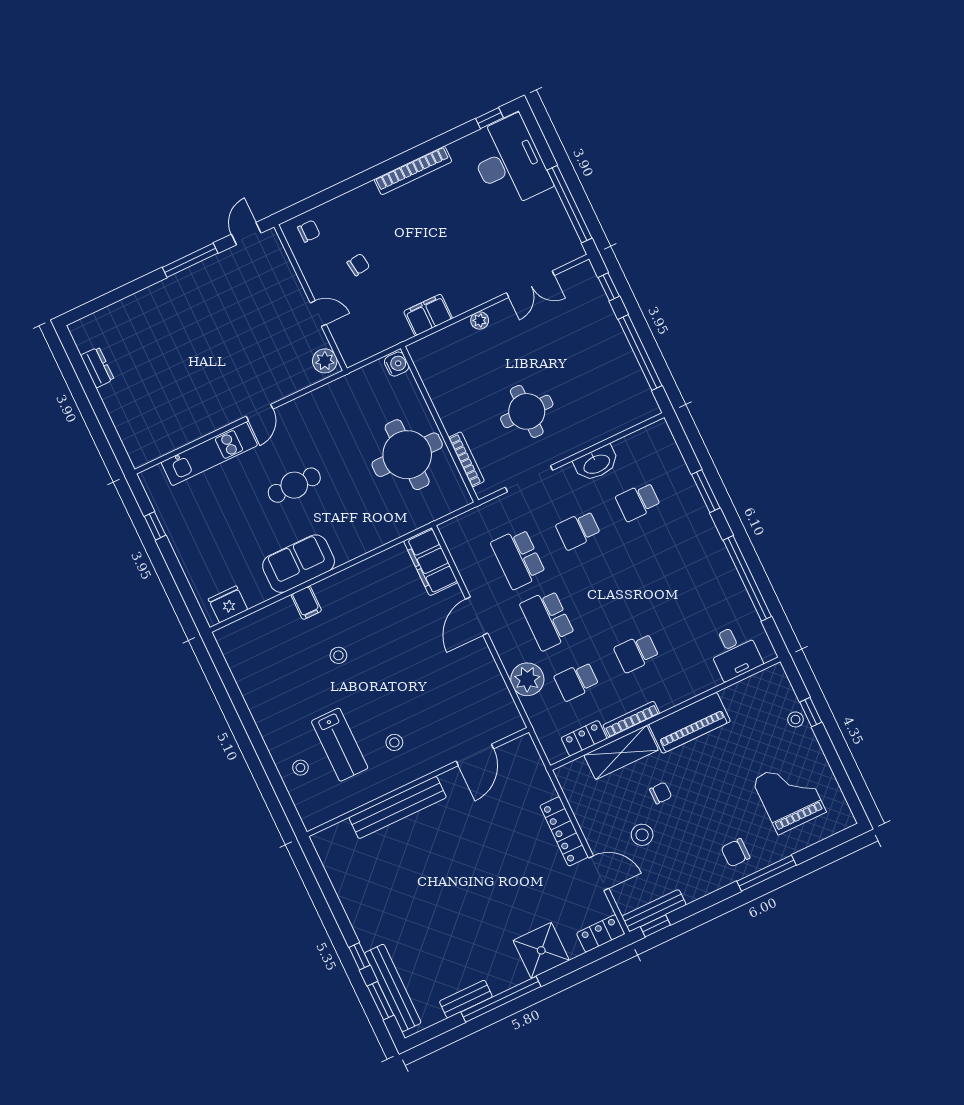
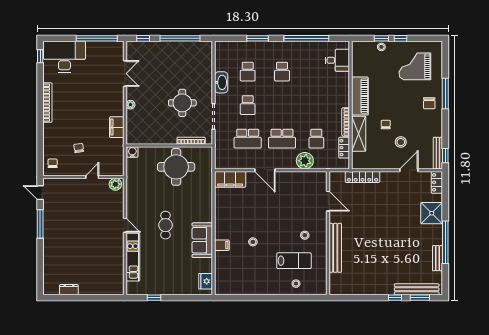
school desk: (636, 653) -> (282, 72), moved
window: (827, 746) -> (401, 38), added
locker: (564, 831) -> (363, 177), moved

